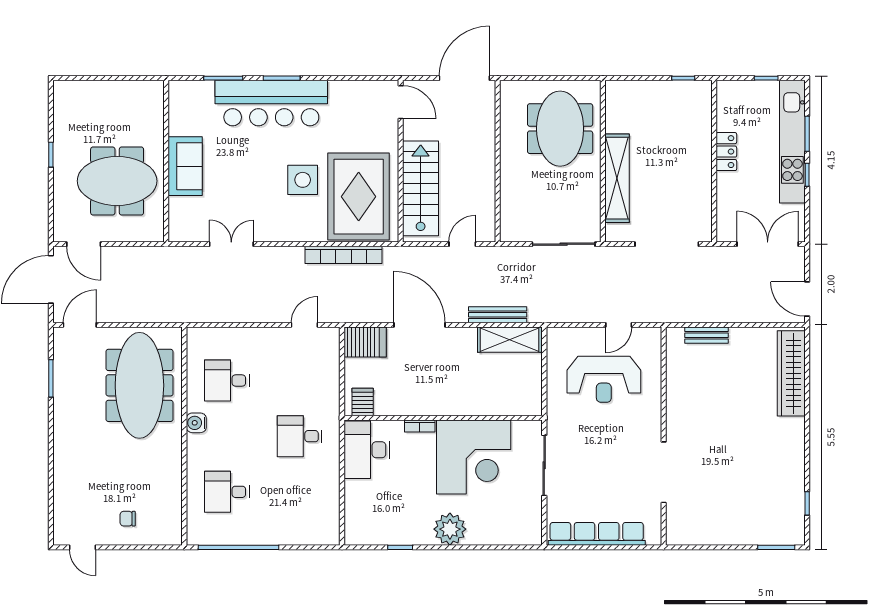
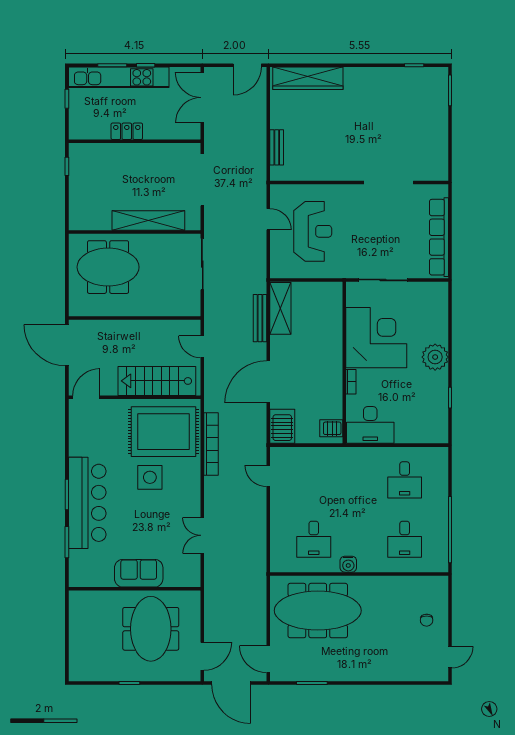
desk: (300, 436) -> (405, 480), moved

